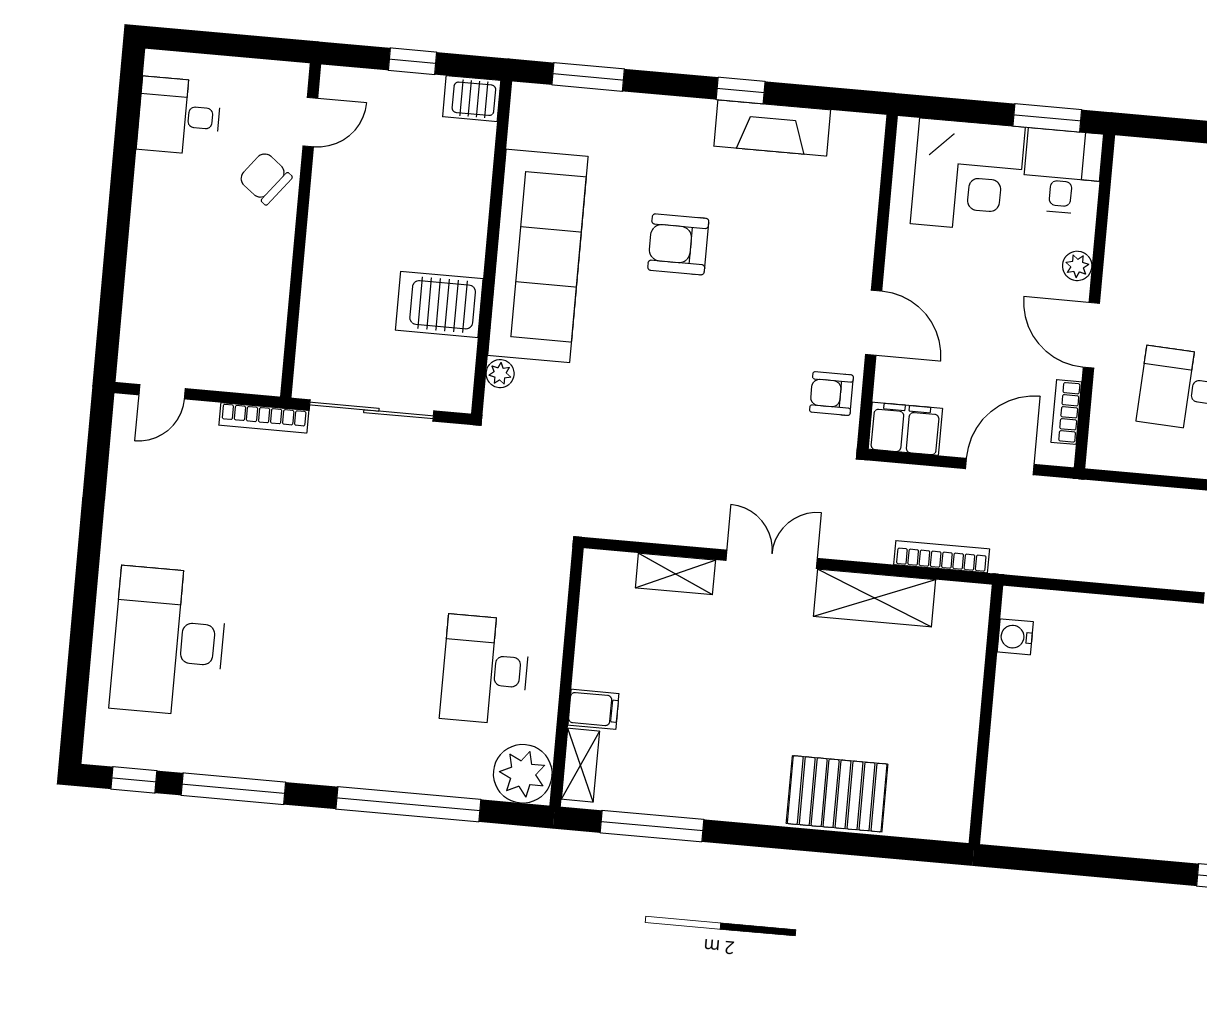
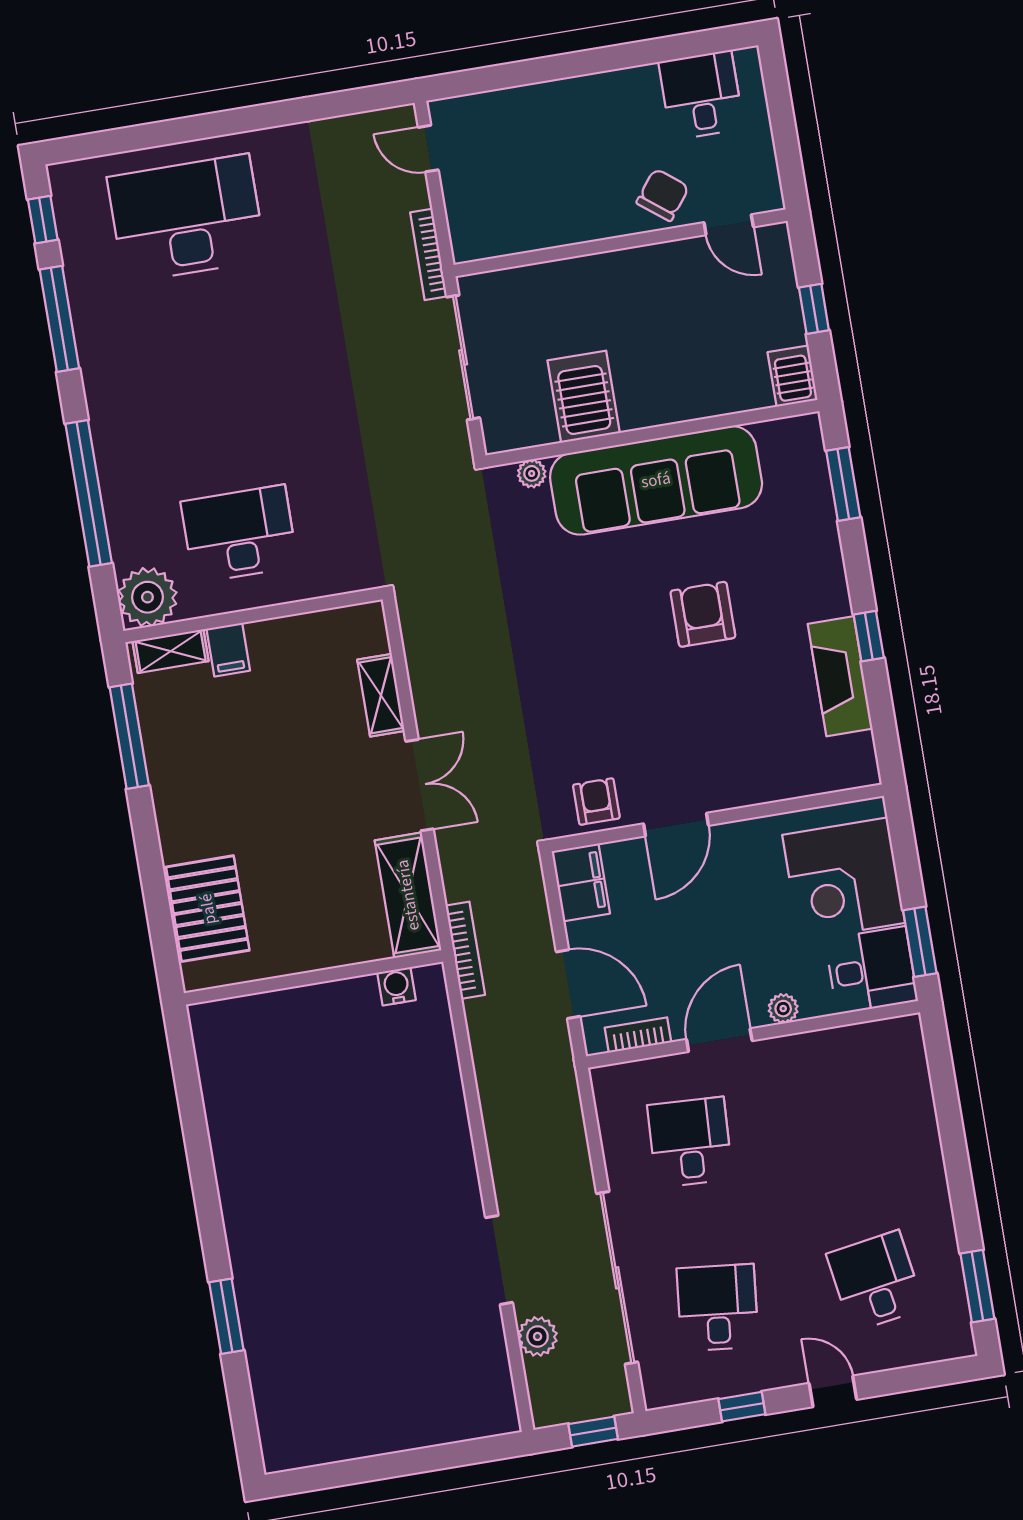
water cooler: (1015, 637) -> (397, 986), moved
wall: (986, 714) -> (314, 977), moved

